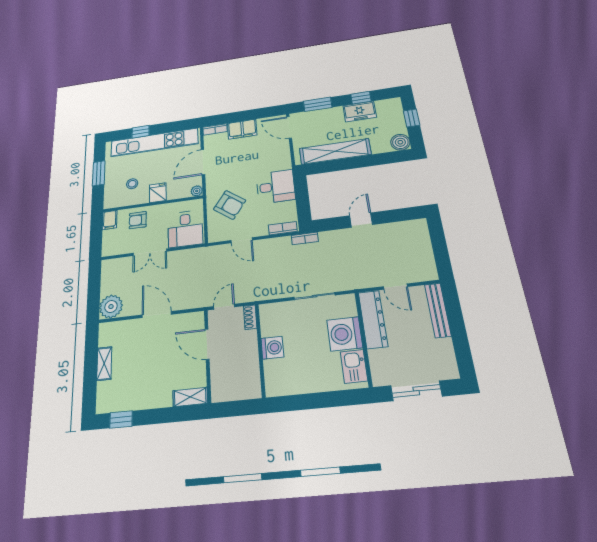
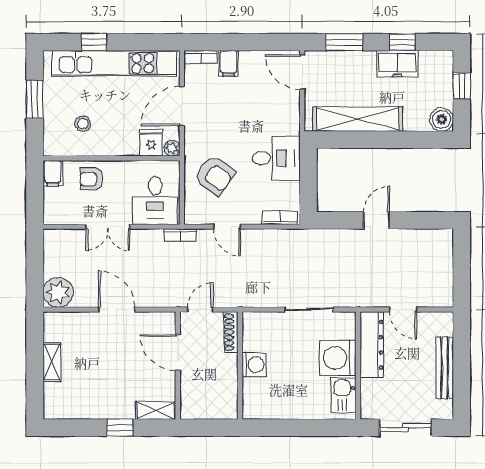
filing cabinet: (242, 129) -> (229, 63), width x0.50
fridge: (158, 193) -> (151, 143), moved
bookcase: (305, 238) -> (180, 235), moved
bench: (438, 310) -> (445, 368), moved
shoe rack: (250, 317) -> (231, 332), width x1.43
window: (121, 419) -> (120, 428), moved

